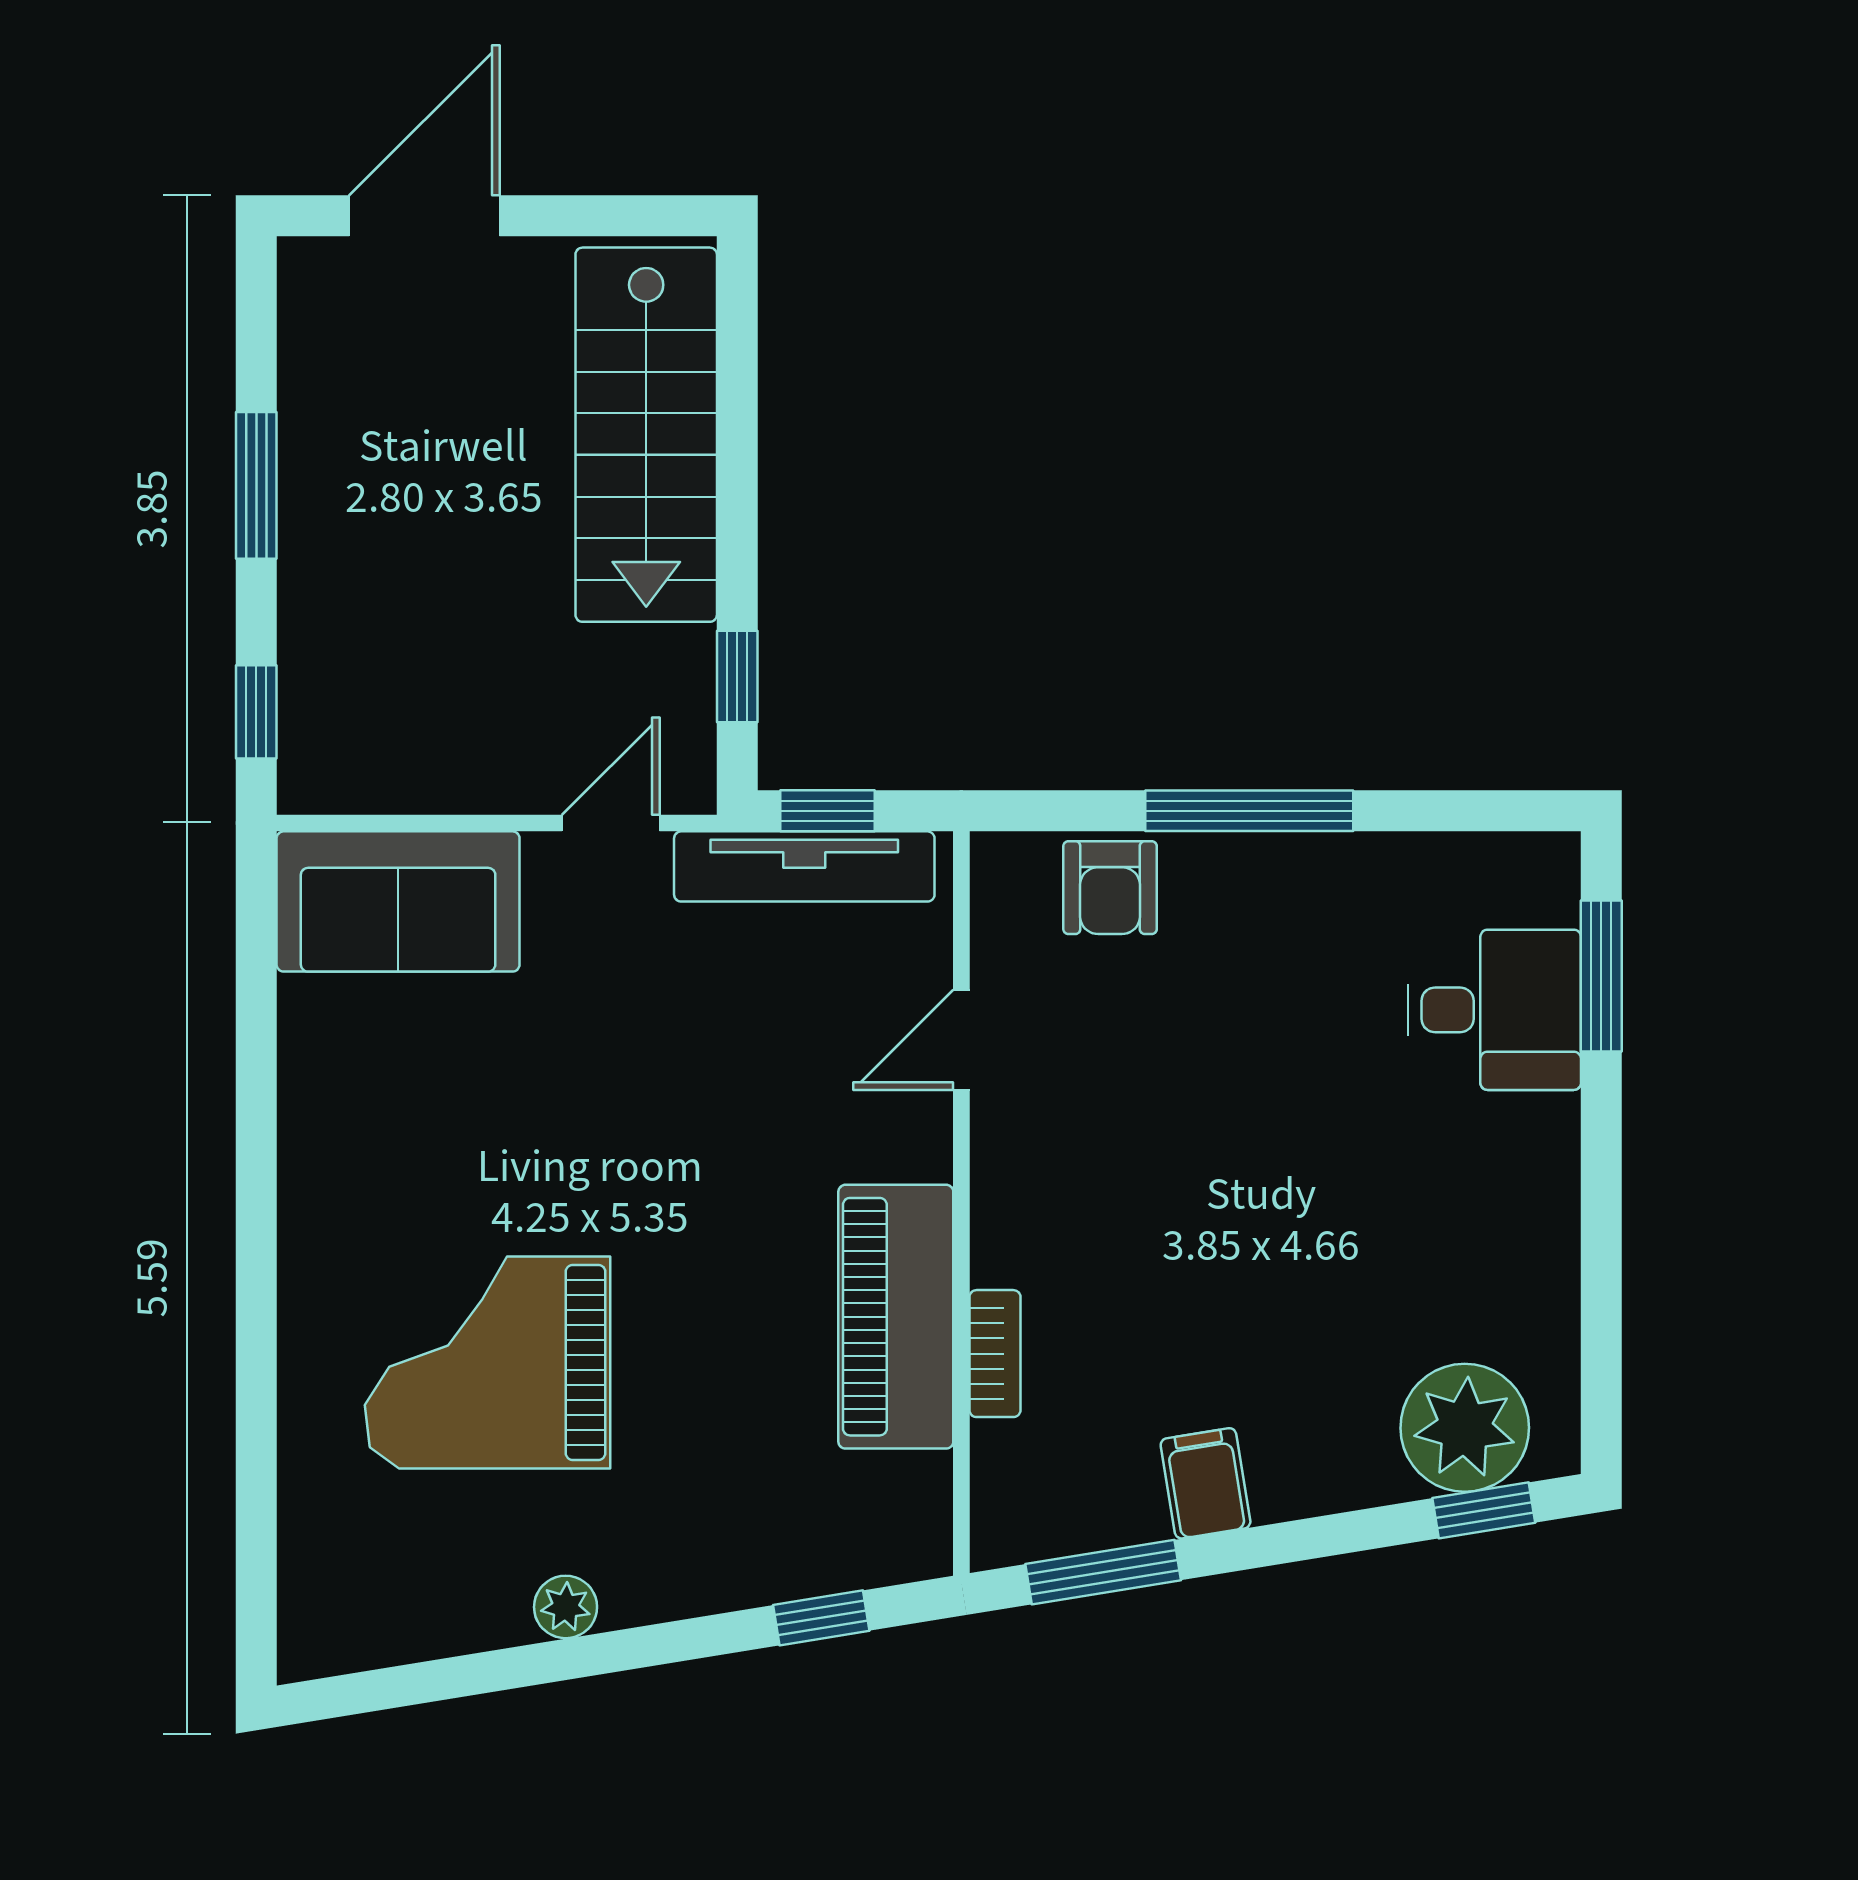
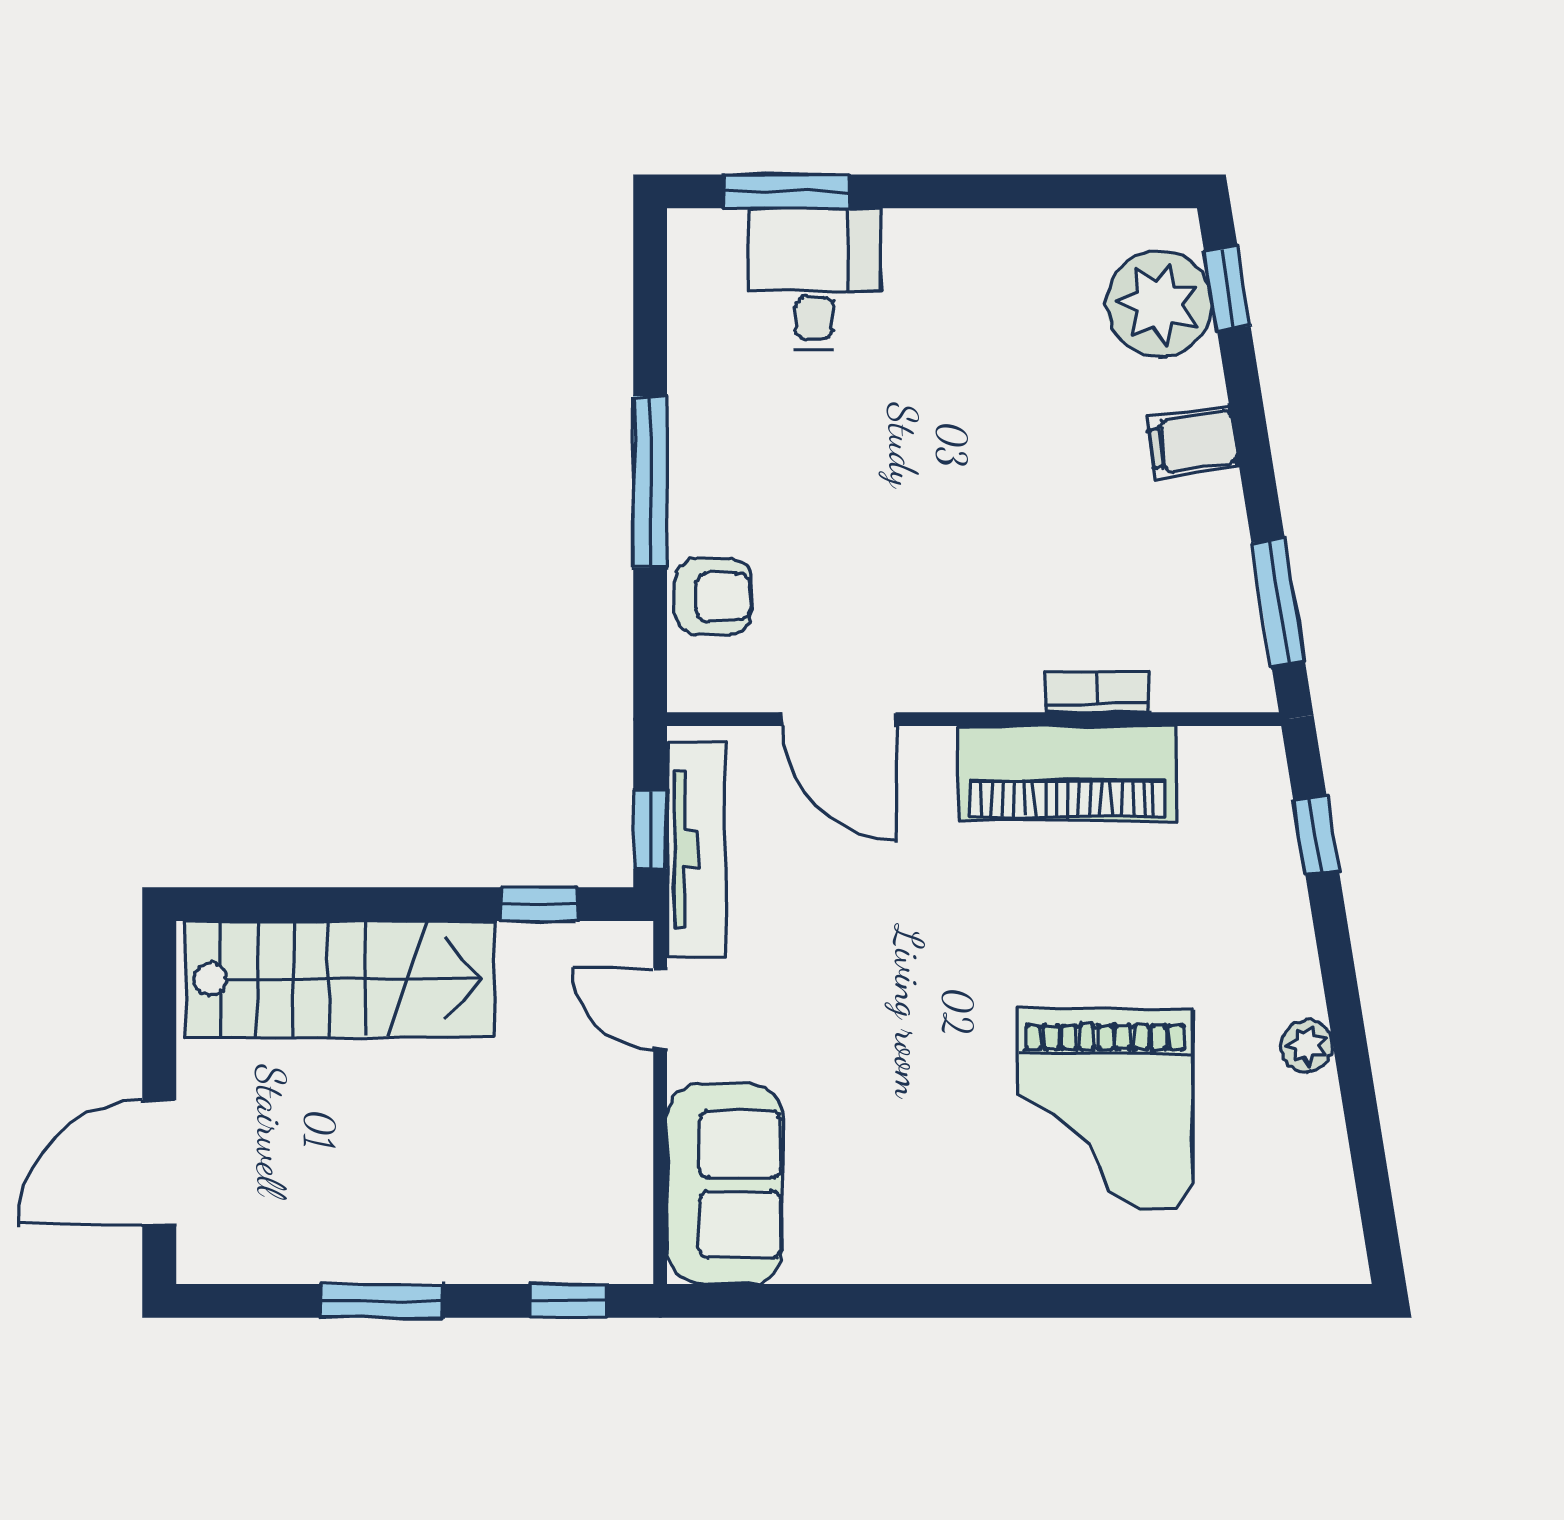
door: (424, 216) -> (159, 1162), hinge flipped
door: (961, 1040) -> (839, 719), width x1.38
filing cabinet: (1206, 1483) -> (1193, 442), moved

